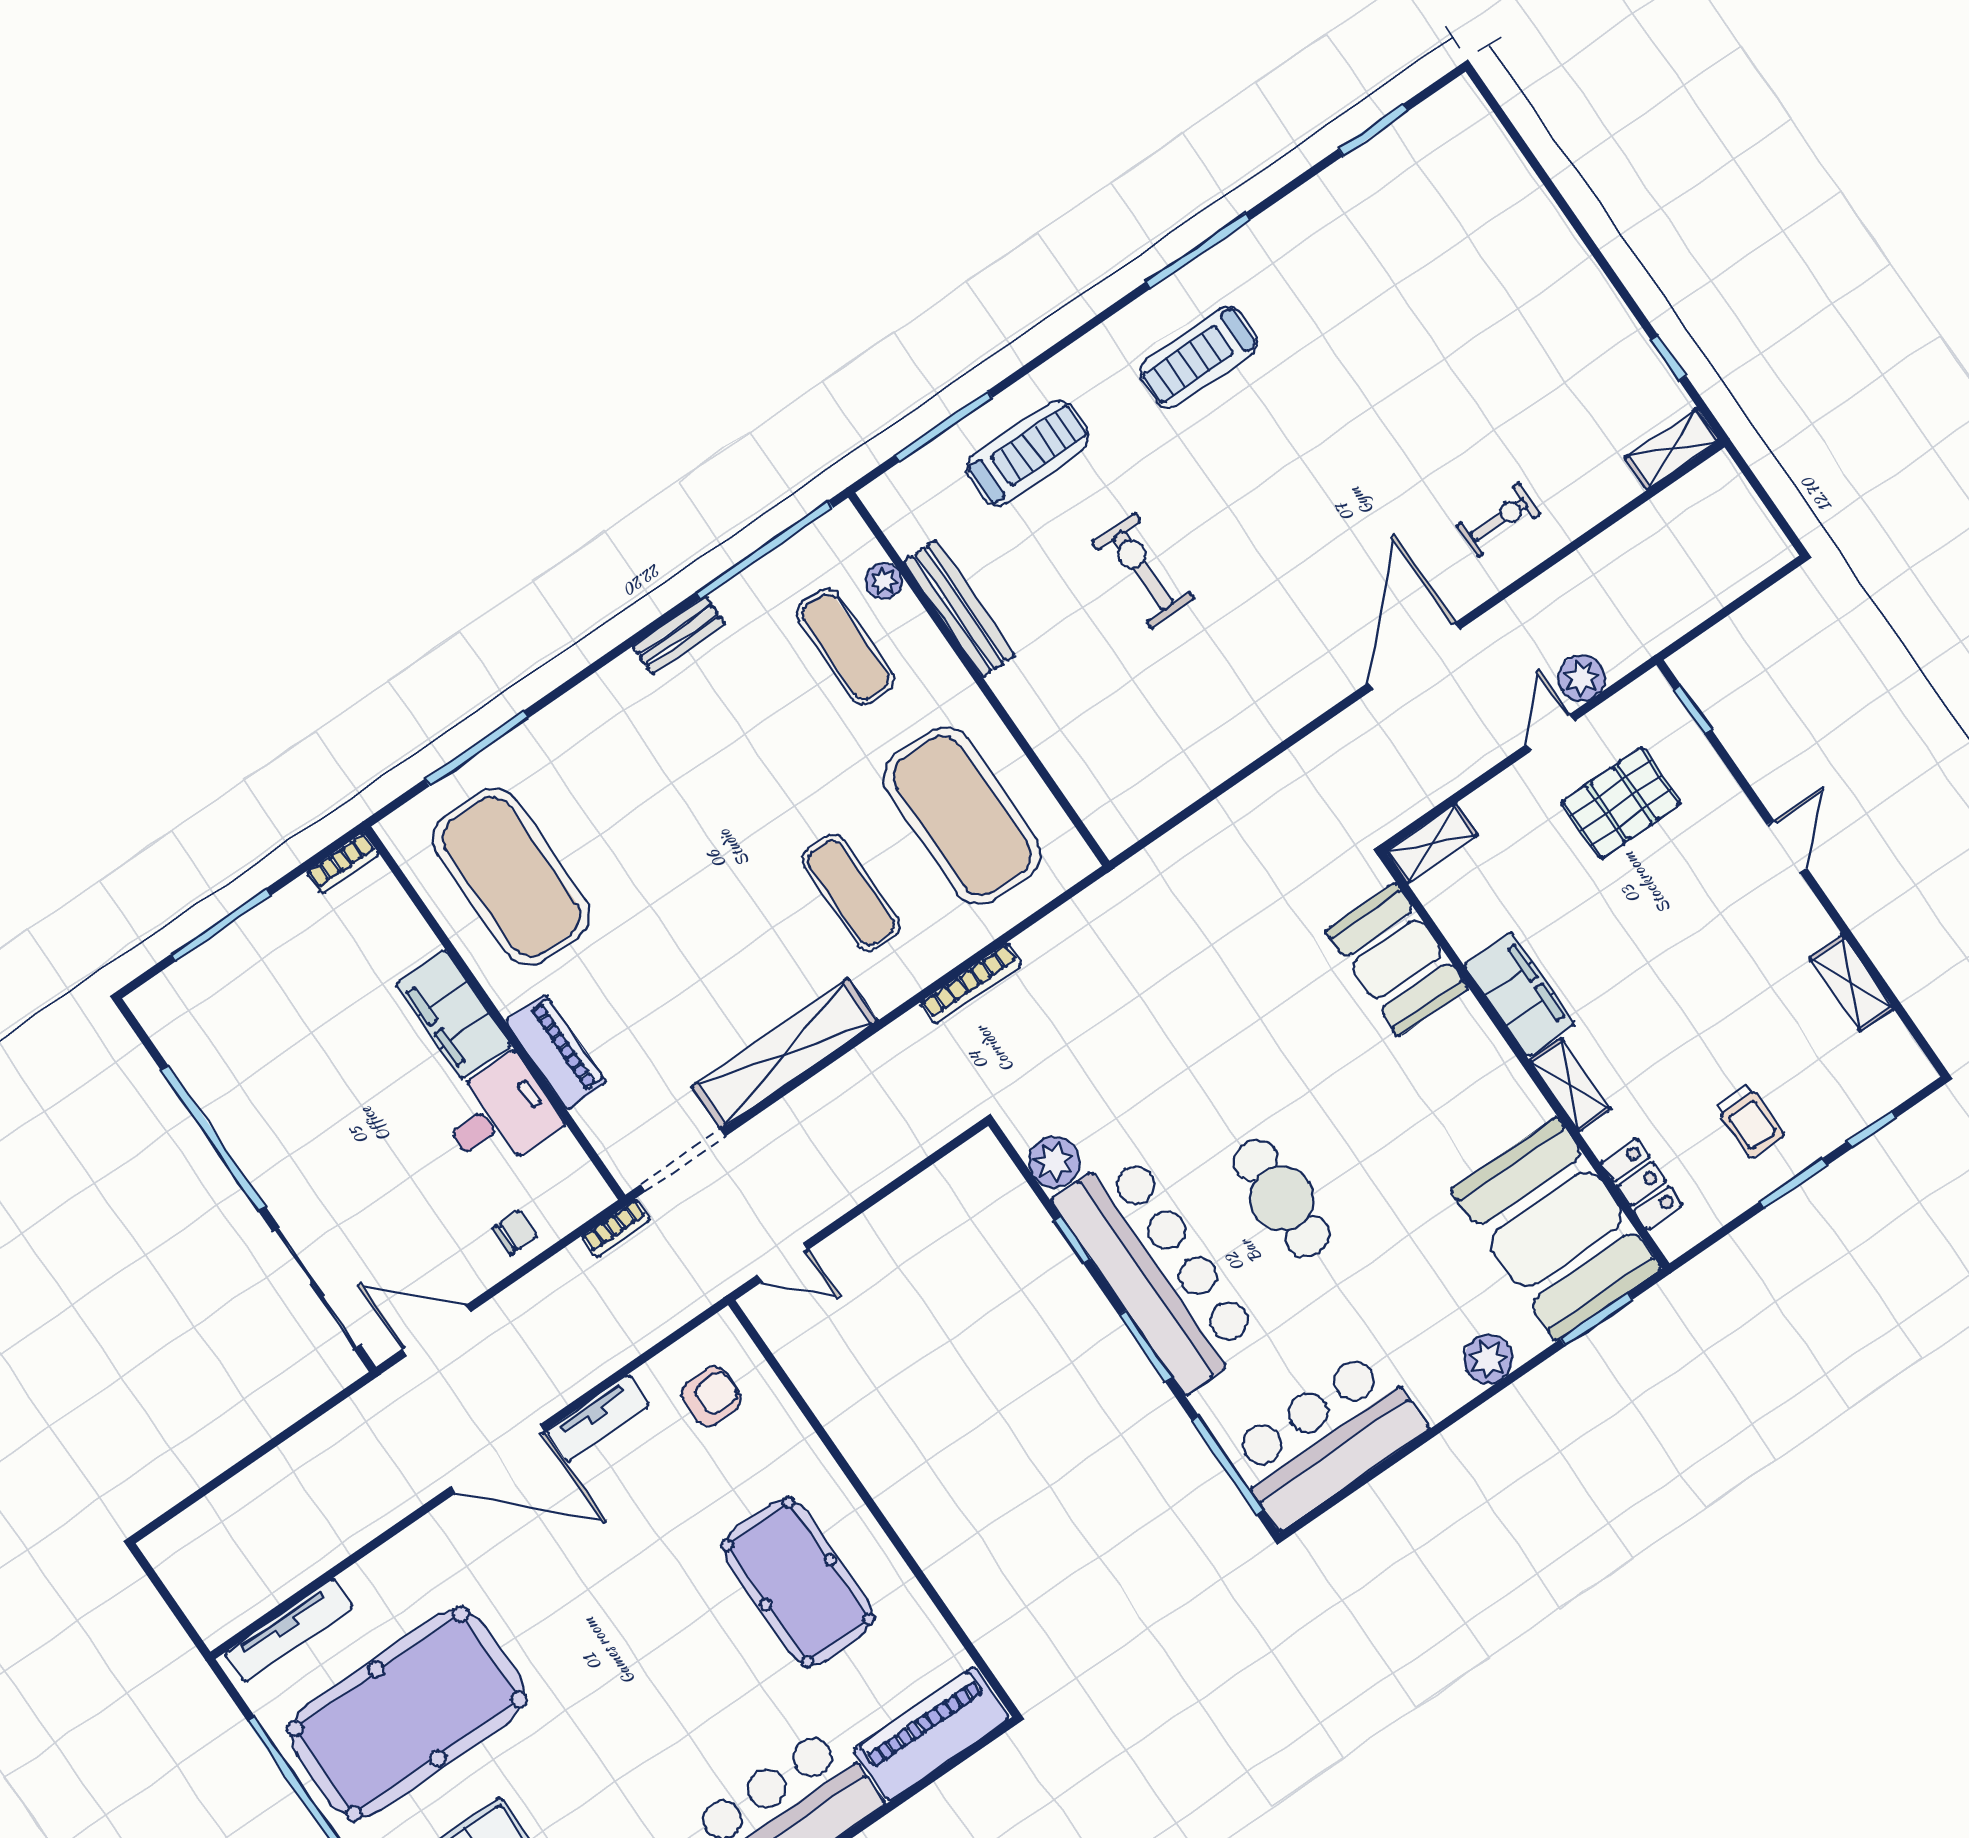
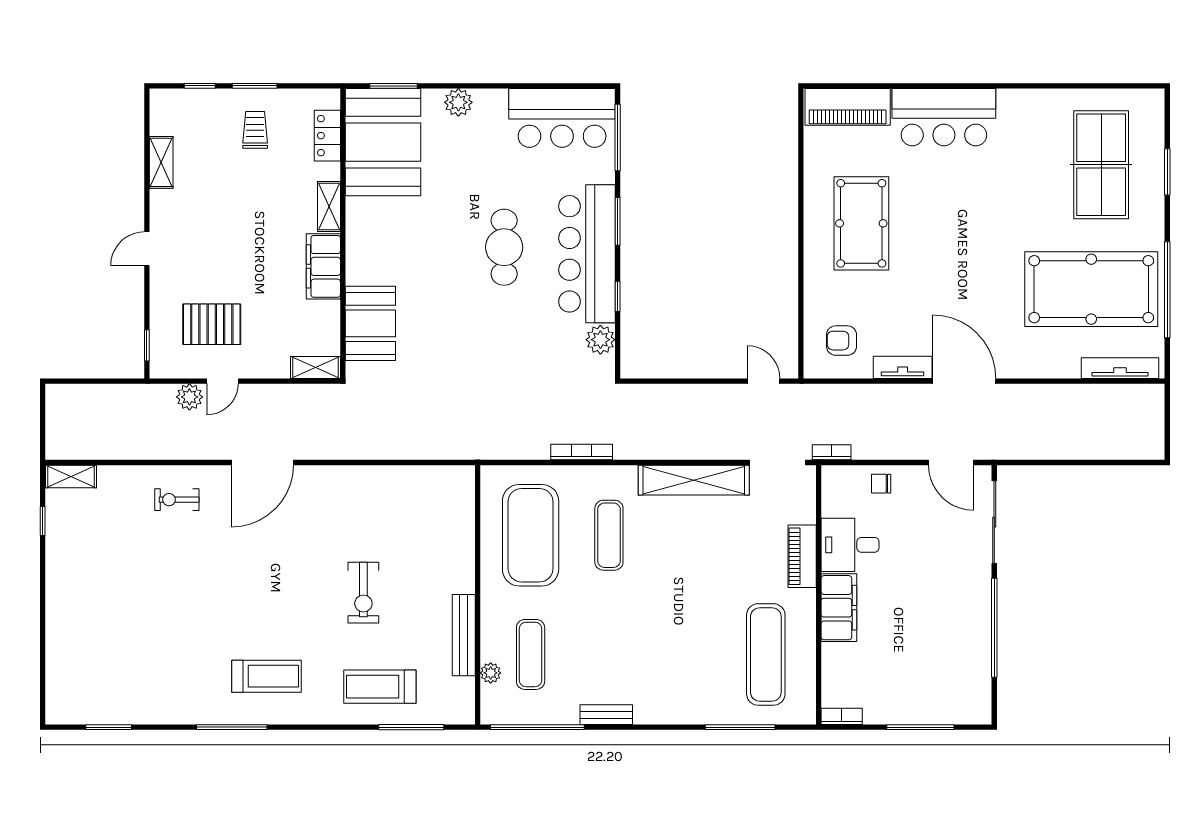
exercise mat: (511, 877) -> (766, 654), width x0.68

